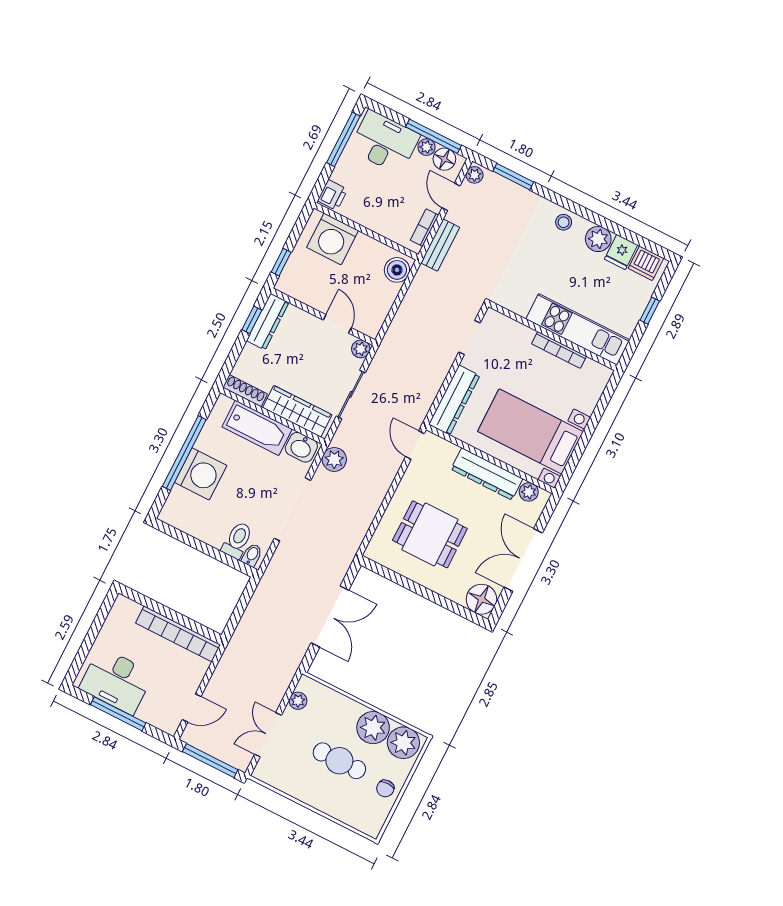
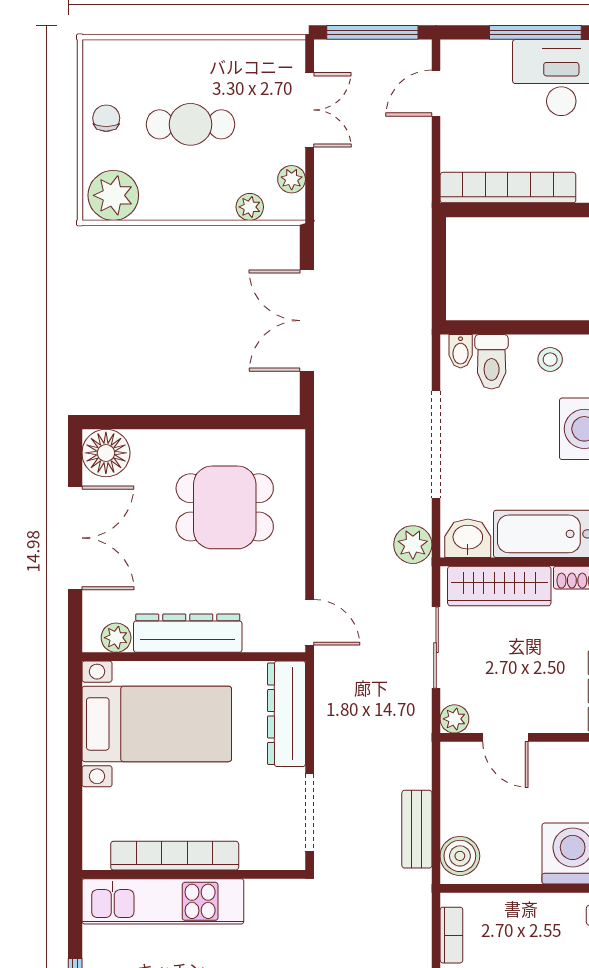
bench: (440, 245) -> (417, 829), moved
doorway: (469, 337) -> (310, 813), width x1.38
bookcase: (559, 350) -> (175, 856), width x1.48, depth x1.31
stool: (204, 525) -> (550, 359), added
plant: (373, 728) -> (250, 207), moved, width x0.53, depth x0.53

